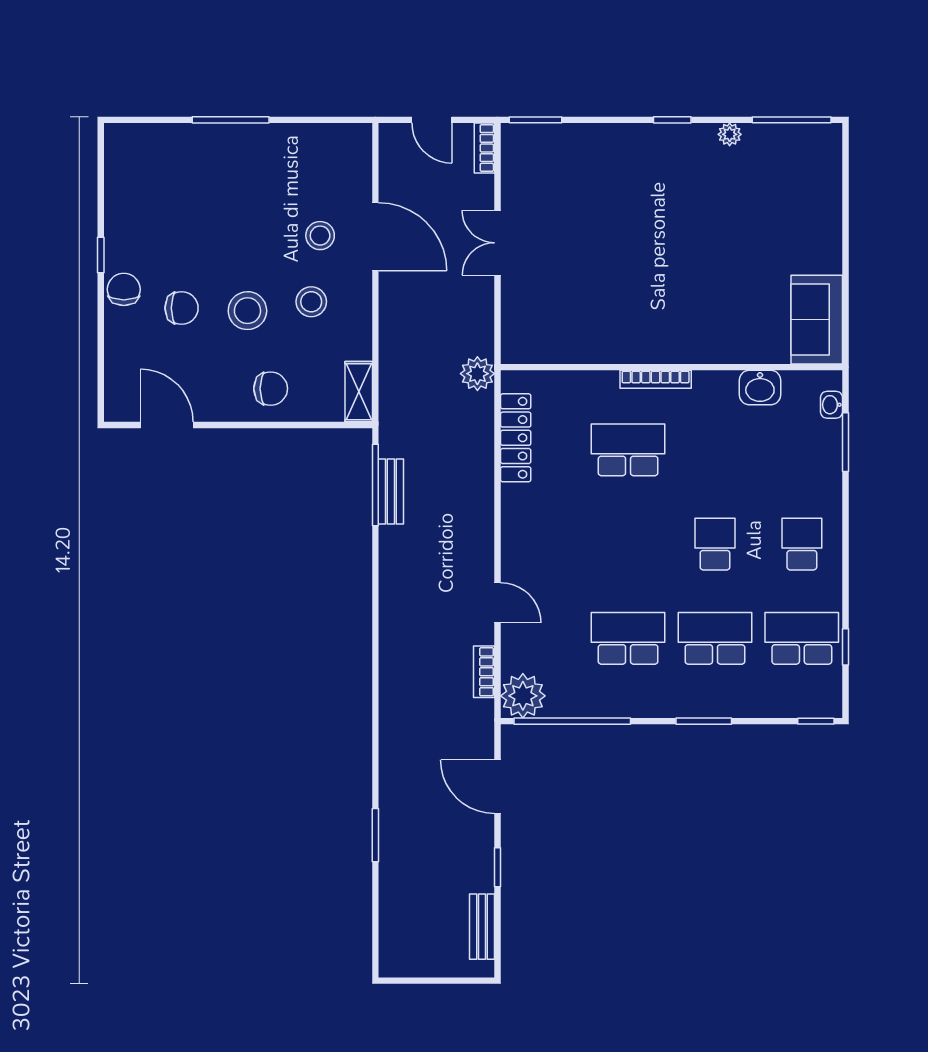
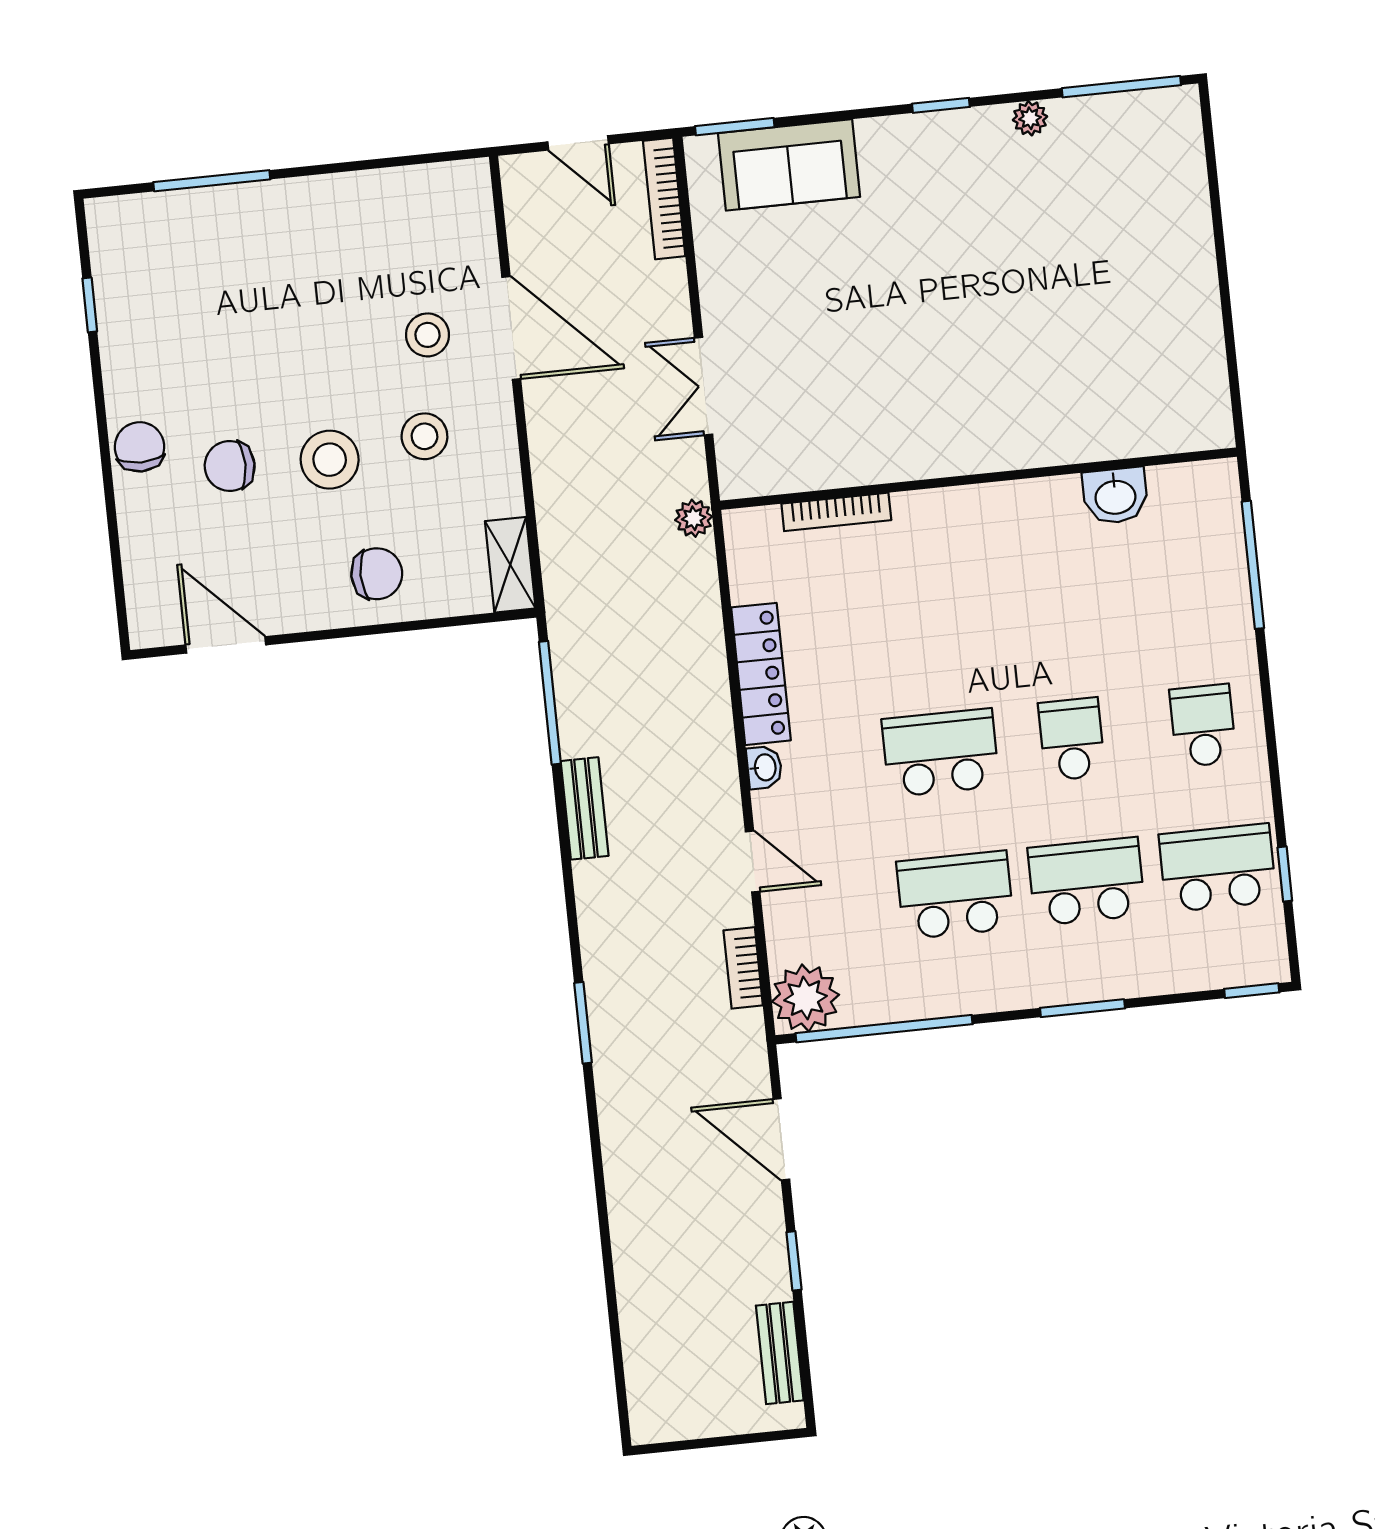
window: (231, 120) -> (212, 181), moved
bookcase: (484, 148) -> (664, 198), width x1.56
double door: (498, 243) -> (703, 386), moved
window: (101, 255) -> (90, 305), moved
chair: (182, 308) -> (230, 466), turned 180
sofa: (817, 320) -> (789, 165), moved, turned -90
plant: (477, 374) -> (694, 518), width x0.73, depth x0.73
bookcase: (656, 379) -> (836, 512), moved
washbasin: (831, 405) -> (764, 767), moved, turned 180
locker: (516, 438) -> (761, 674), moved
window: (845, 442) -> (1253, 565), width x1.44
school desk: (628, 450) -> (941, 753), moved
bench: (391, 492) -> (585, 808), moved
window: (375, 835) -> (583, 1023), moved

